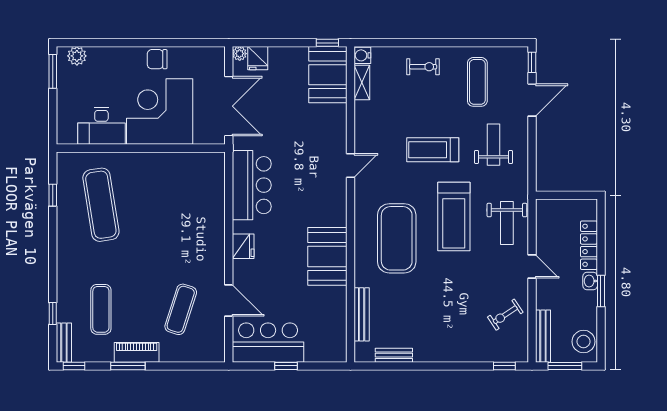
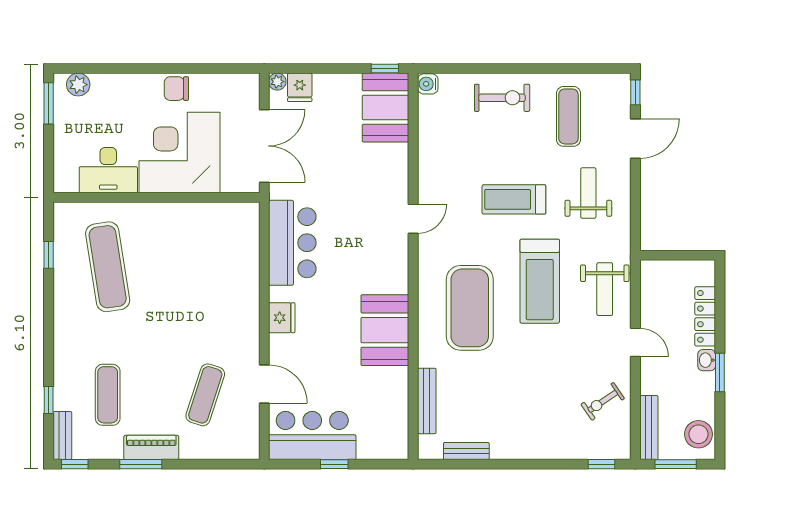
exercise bike: (423, 67) -> (502, 98), width x1.38, depth x1.39
shelving: (362, 82) -> (427, 117), removed

